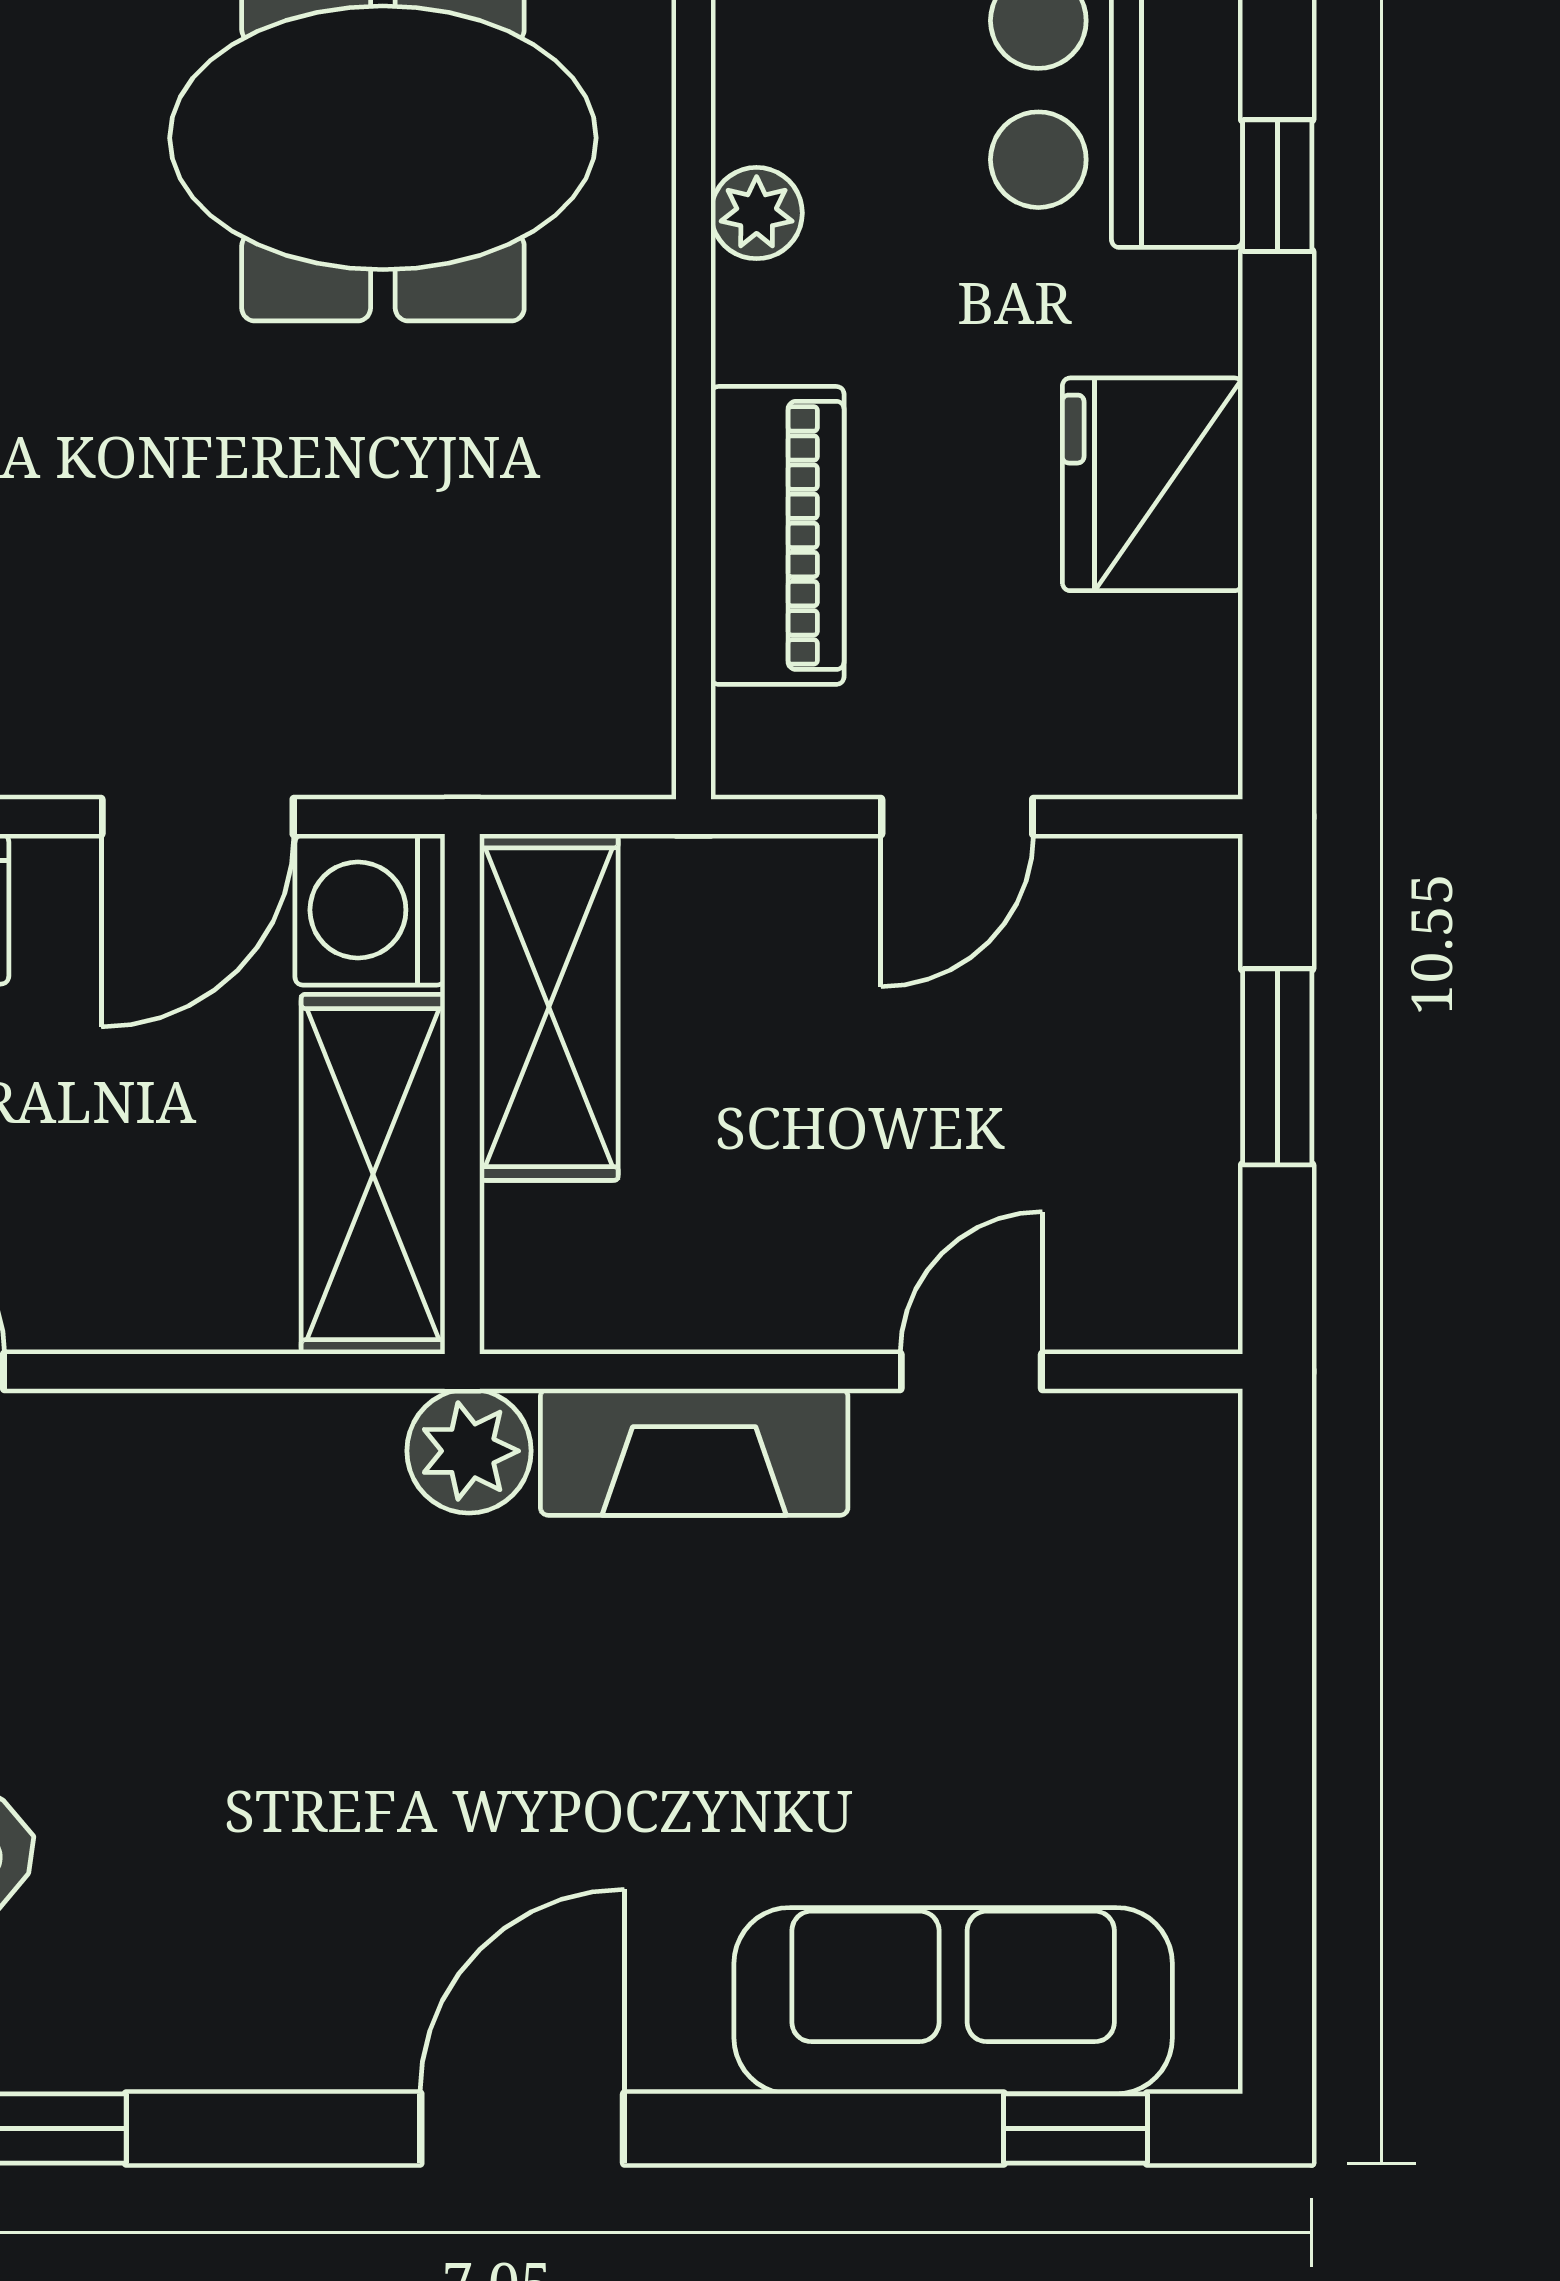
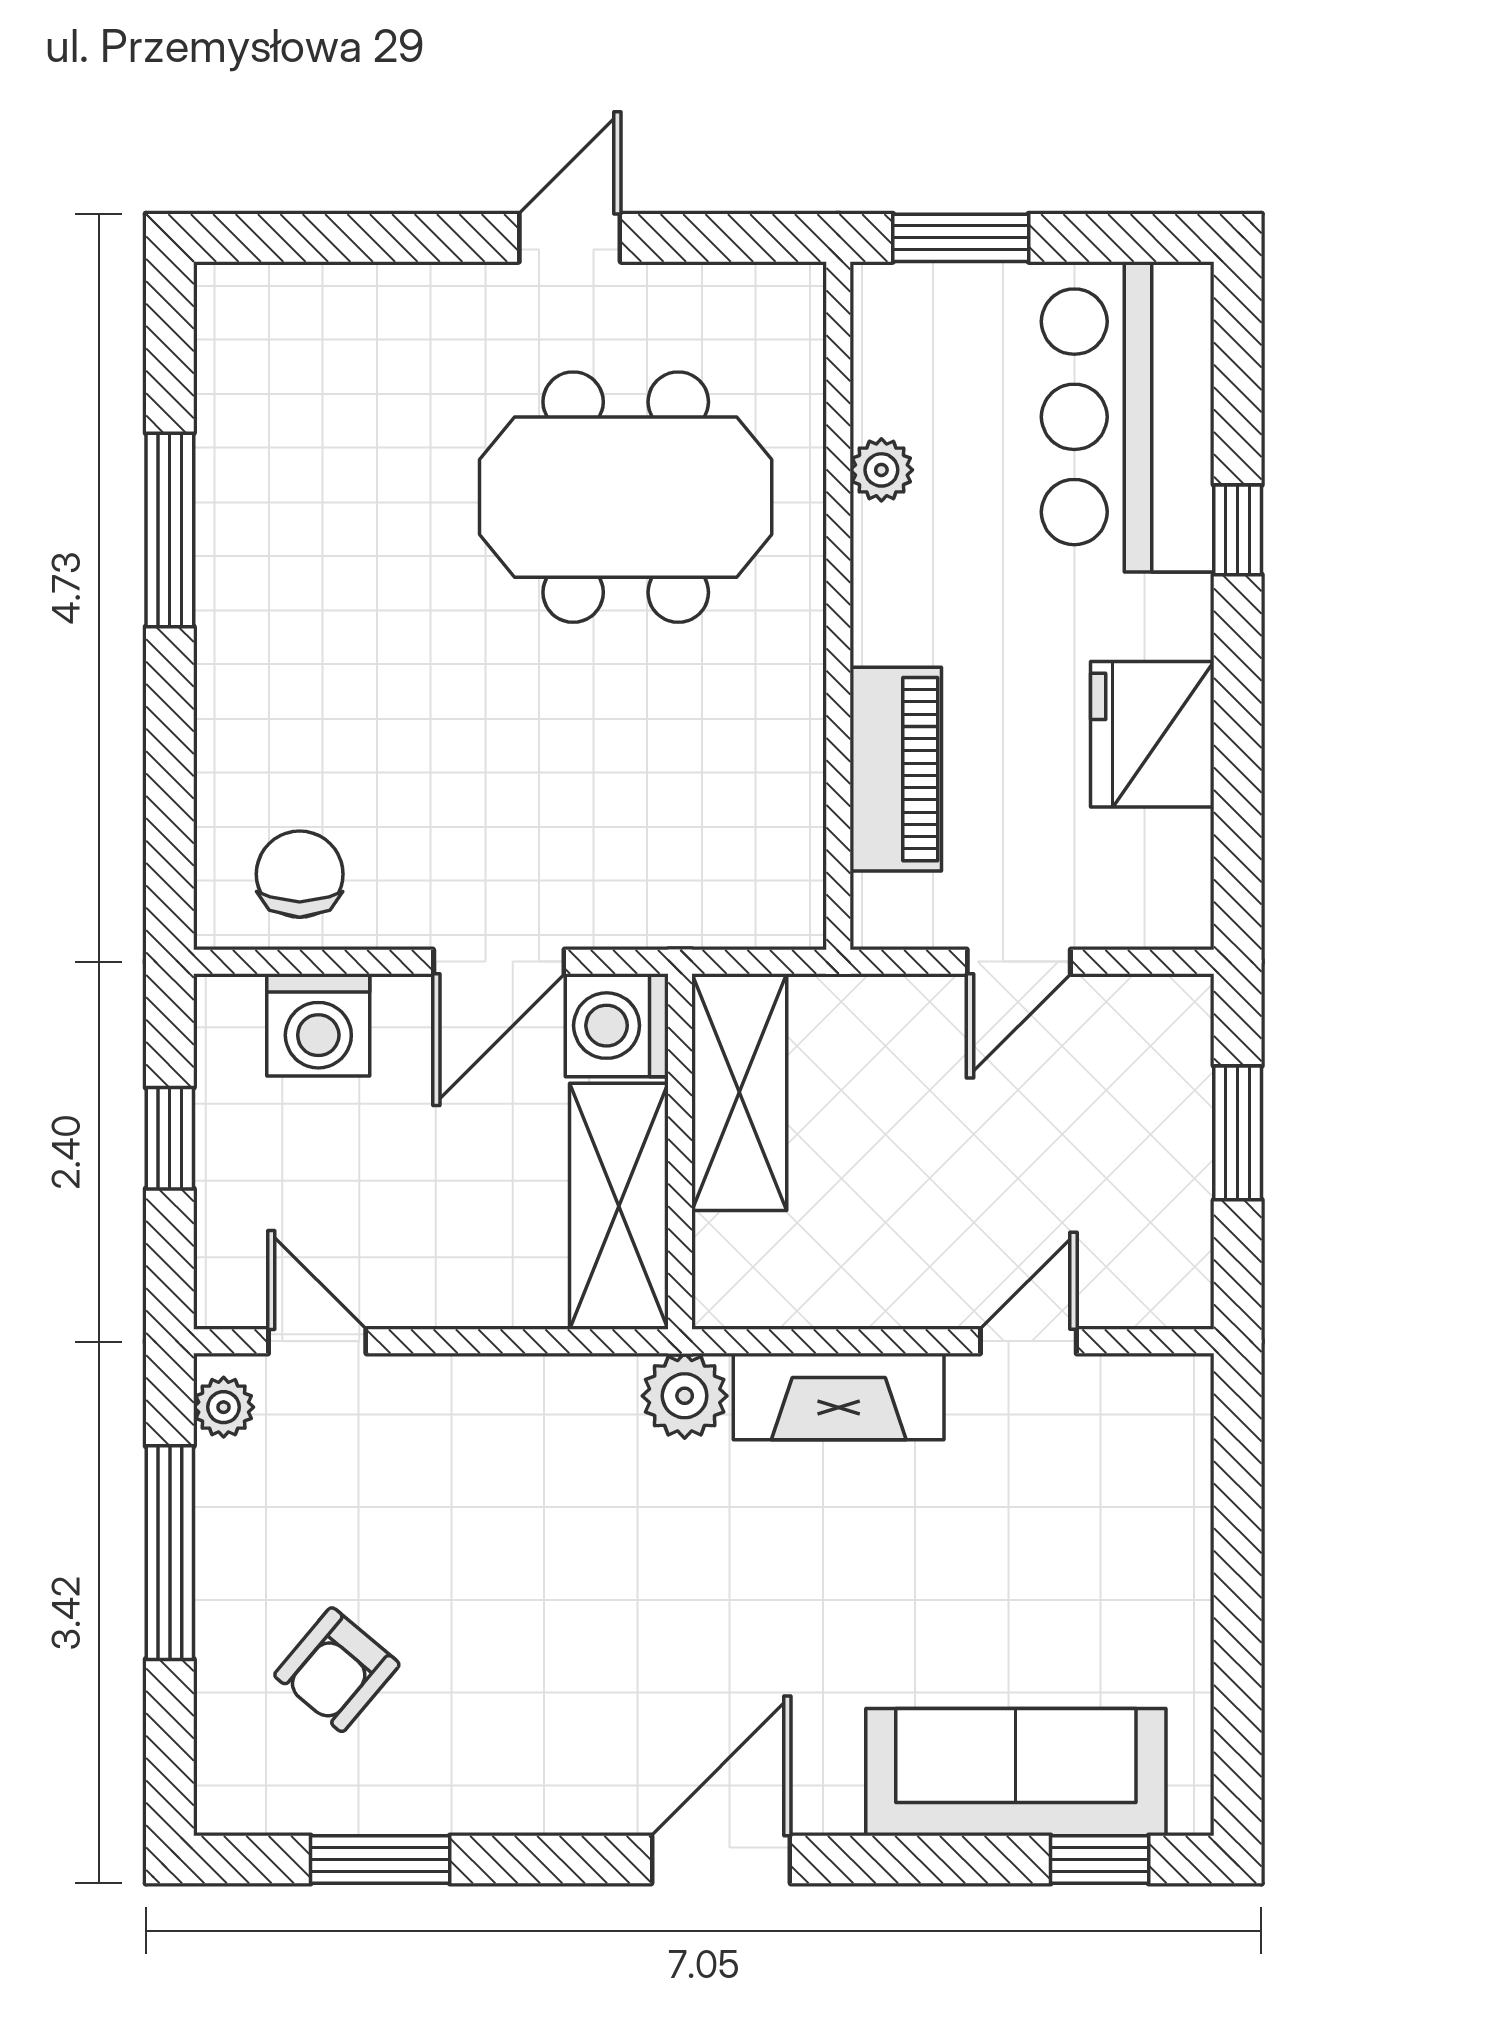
plant: (757, 213) -> (881, 470), moved

